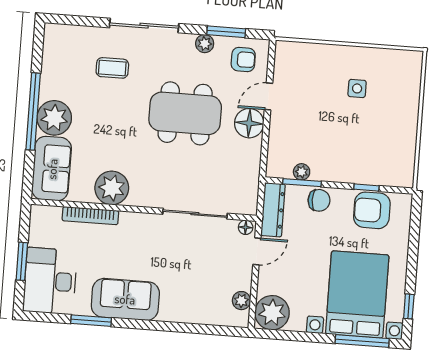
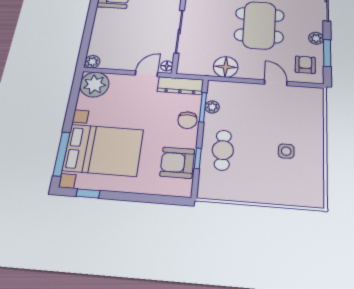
armchair: (243, 60) -> (305, 65), turned 180
floor lamp: (249, 123) -> (226, 67), moved
cafe table: (356, 160) -> (223, 150), added
armchair: (372, 210) -> (177, 163), turned -90
door: (257, 251) -> (146, 74), swing flipped
plant: (241, 301) -> (92, 62), moved

